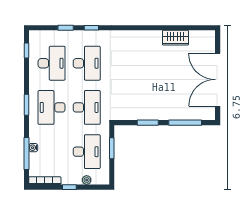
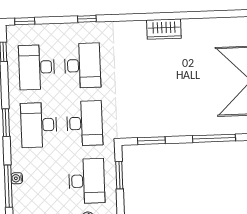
window: (66, 28) -> (25, 21), moved
wardrobe: (175, 38) -> (164, 29), moved
desk: (52, 63) -> (37, 67), turned 180
window: (148, 123) -> (151, 141), moved

